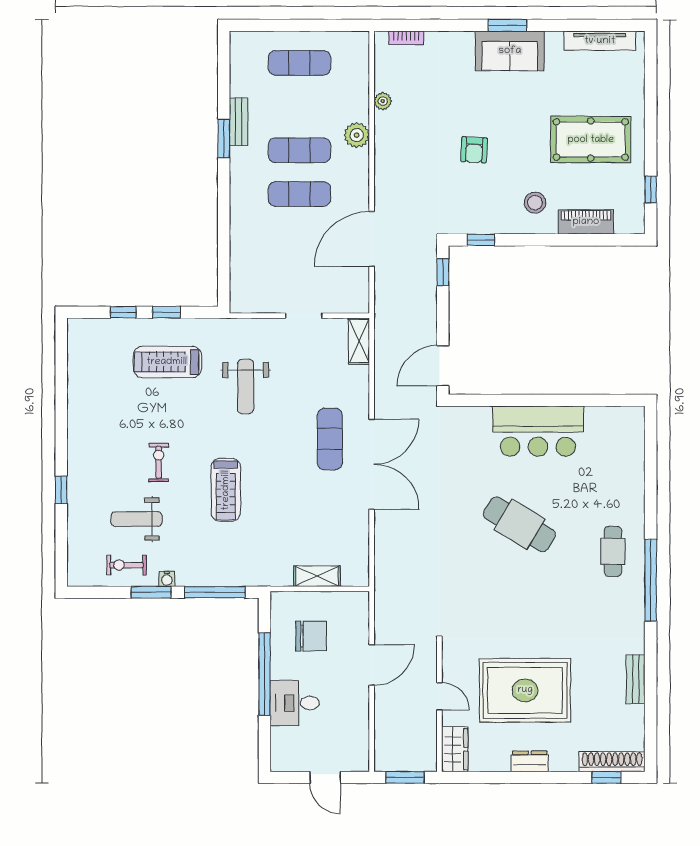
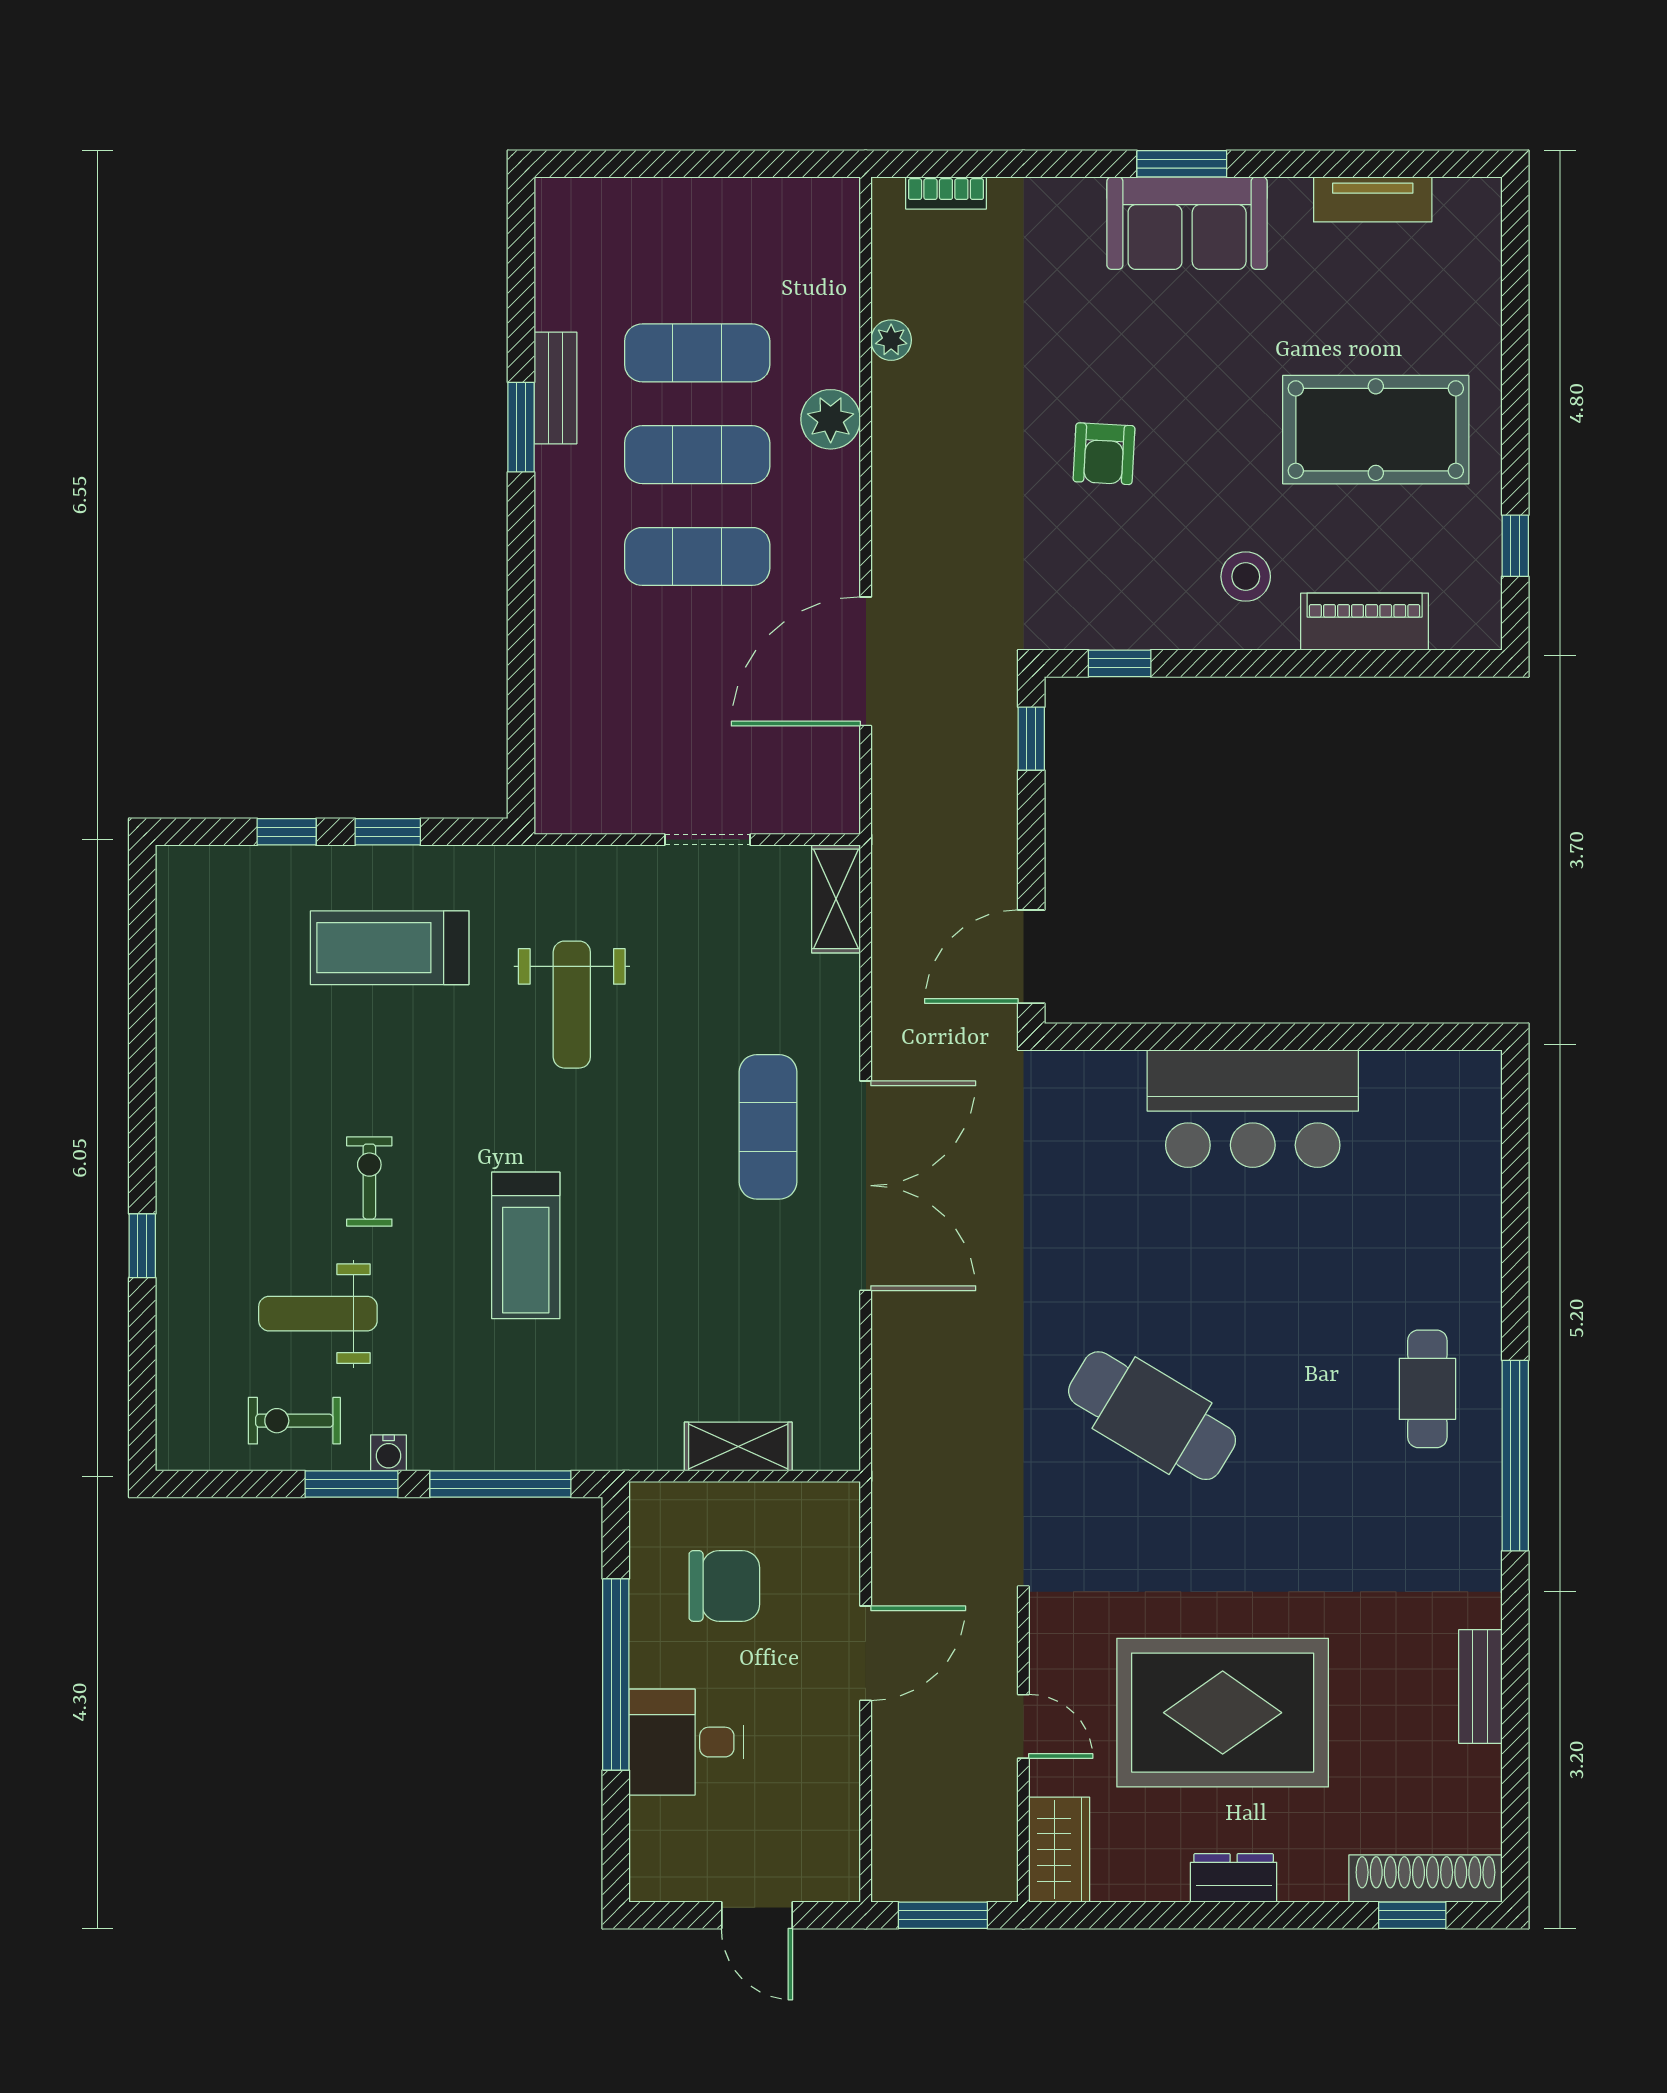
tv unit: (600, 41) -> (1373, 199), width x0.71
exercise mat: (299, 63) -> (697, 353), moved
cafe table: (519, 524) -> (1152, 1416), moved

